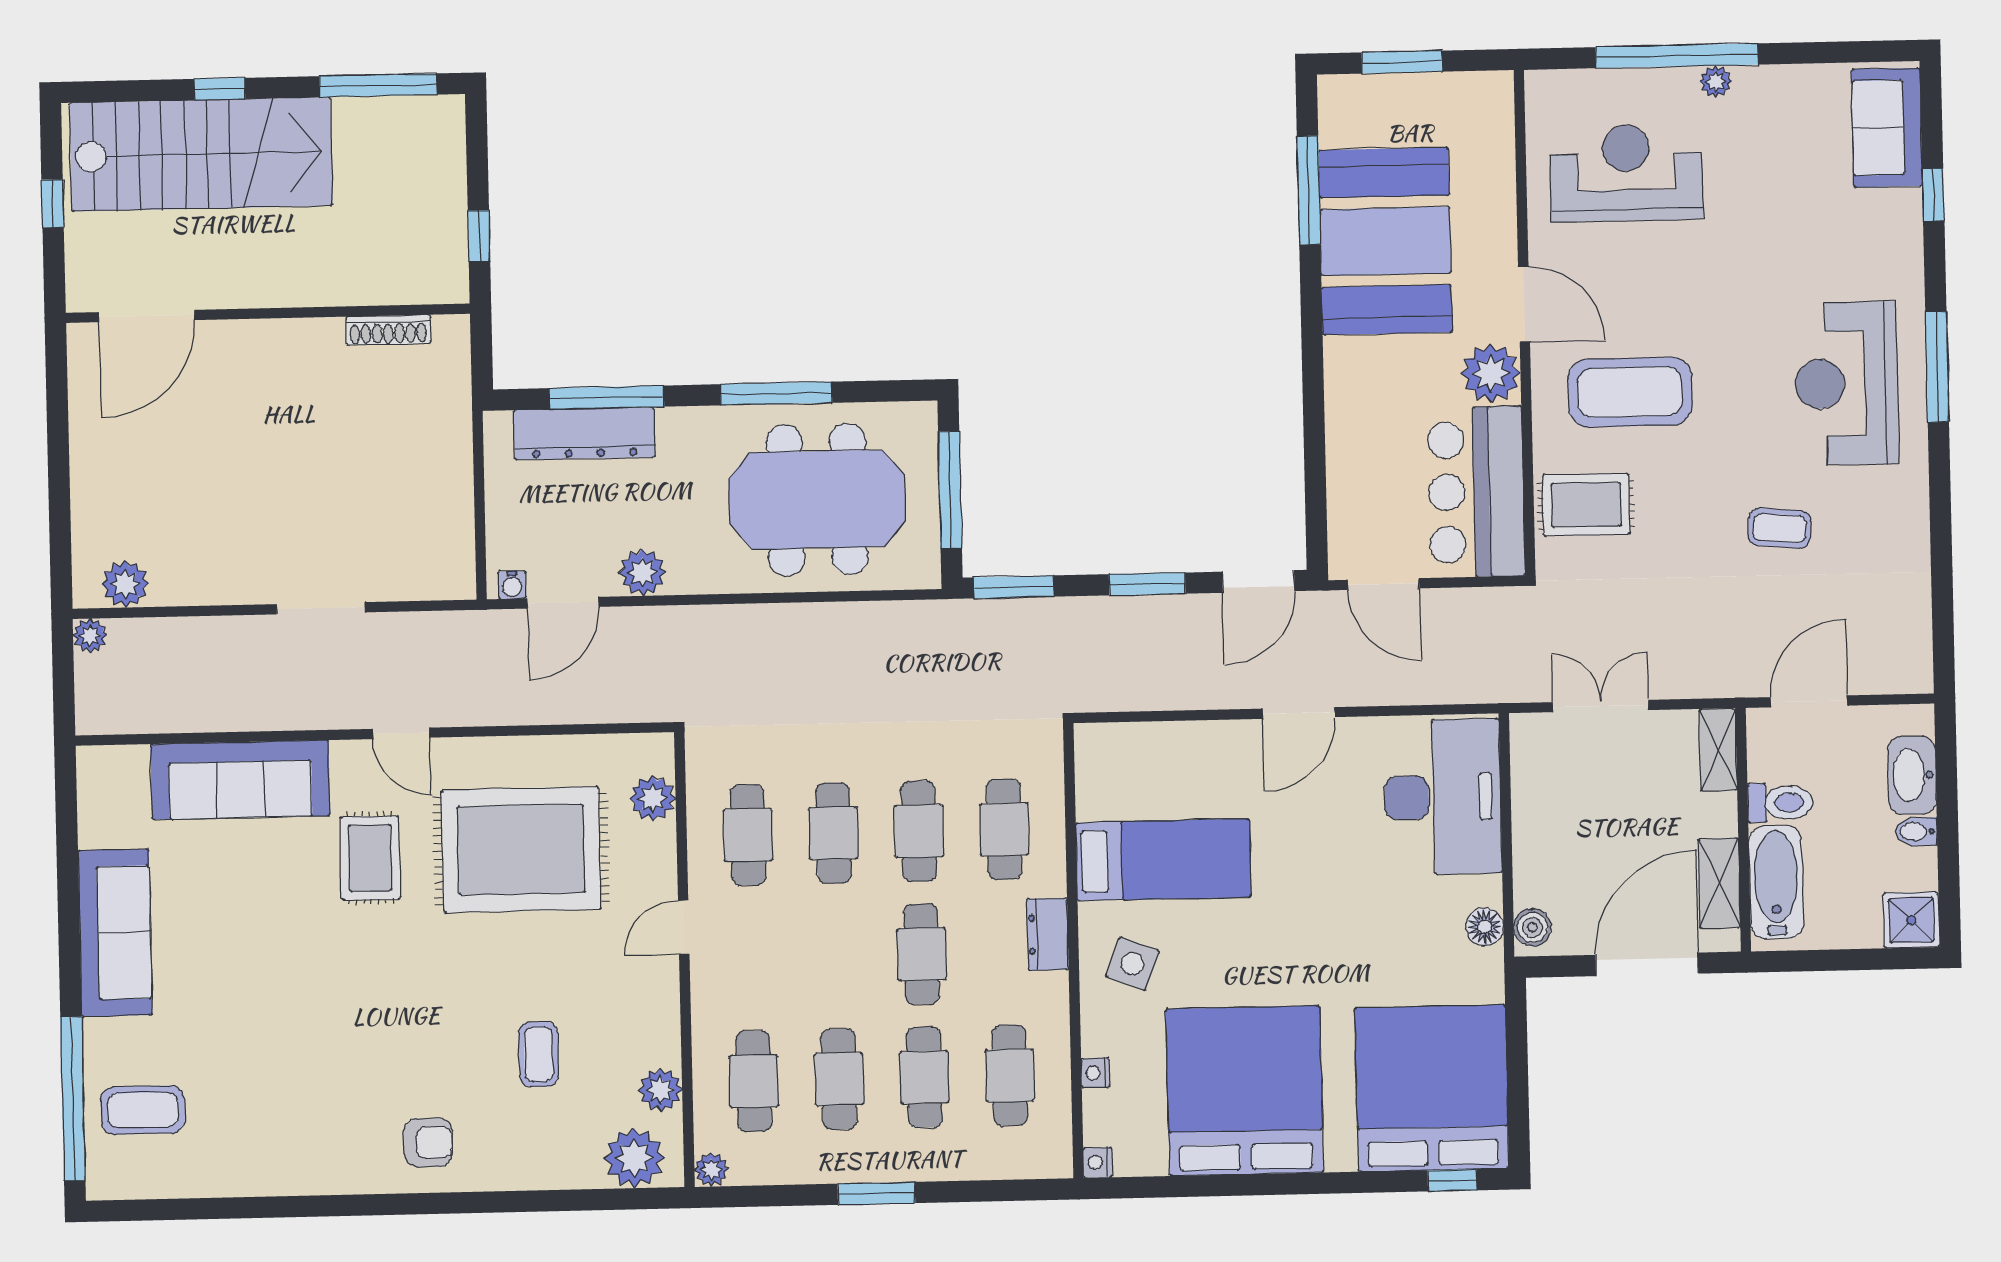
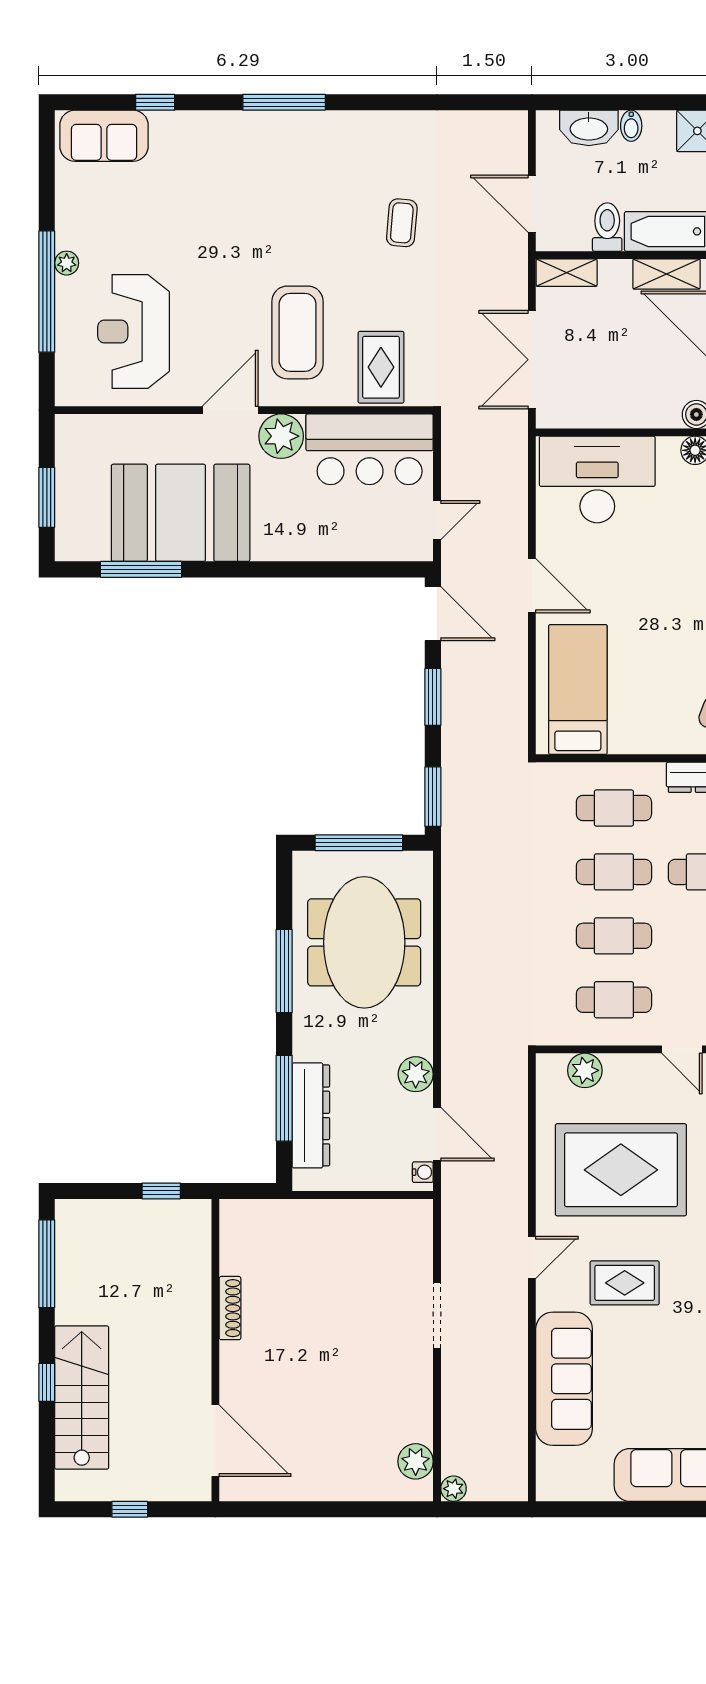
stairs: (201, 154) -> (82, 1397), width x0.73, depth x0.66
shoe rack: (388, 330) -> (230, 1308), moved
reception desk: (1846, 383) -> (295, 170), removed
door: (1383, 584) -> (437, 520), width x0.73
double door: (1601, 706) -> (532, 360), width x1.37
rug: (521, 850) -> (621, 1170), turned 90
bed: (1163, 860) -> (578, 690), moved

